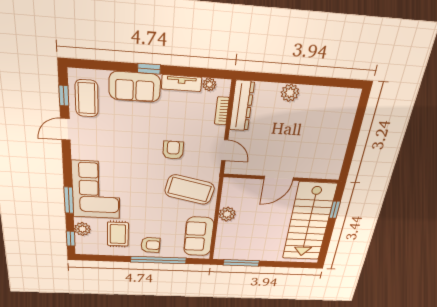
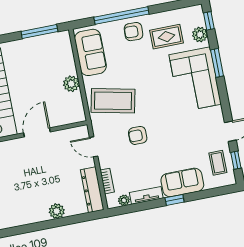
coffee table: (87, 98) -> (218, 163), width x0.73, depth x0.77
armchair: (173, 150) -> (138, 135), turned 90
rug: (118, 234) -> (167, 37), turned 90

